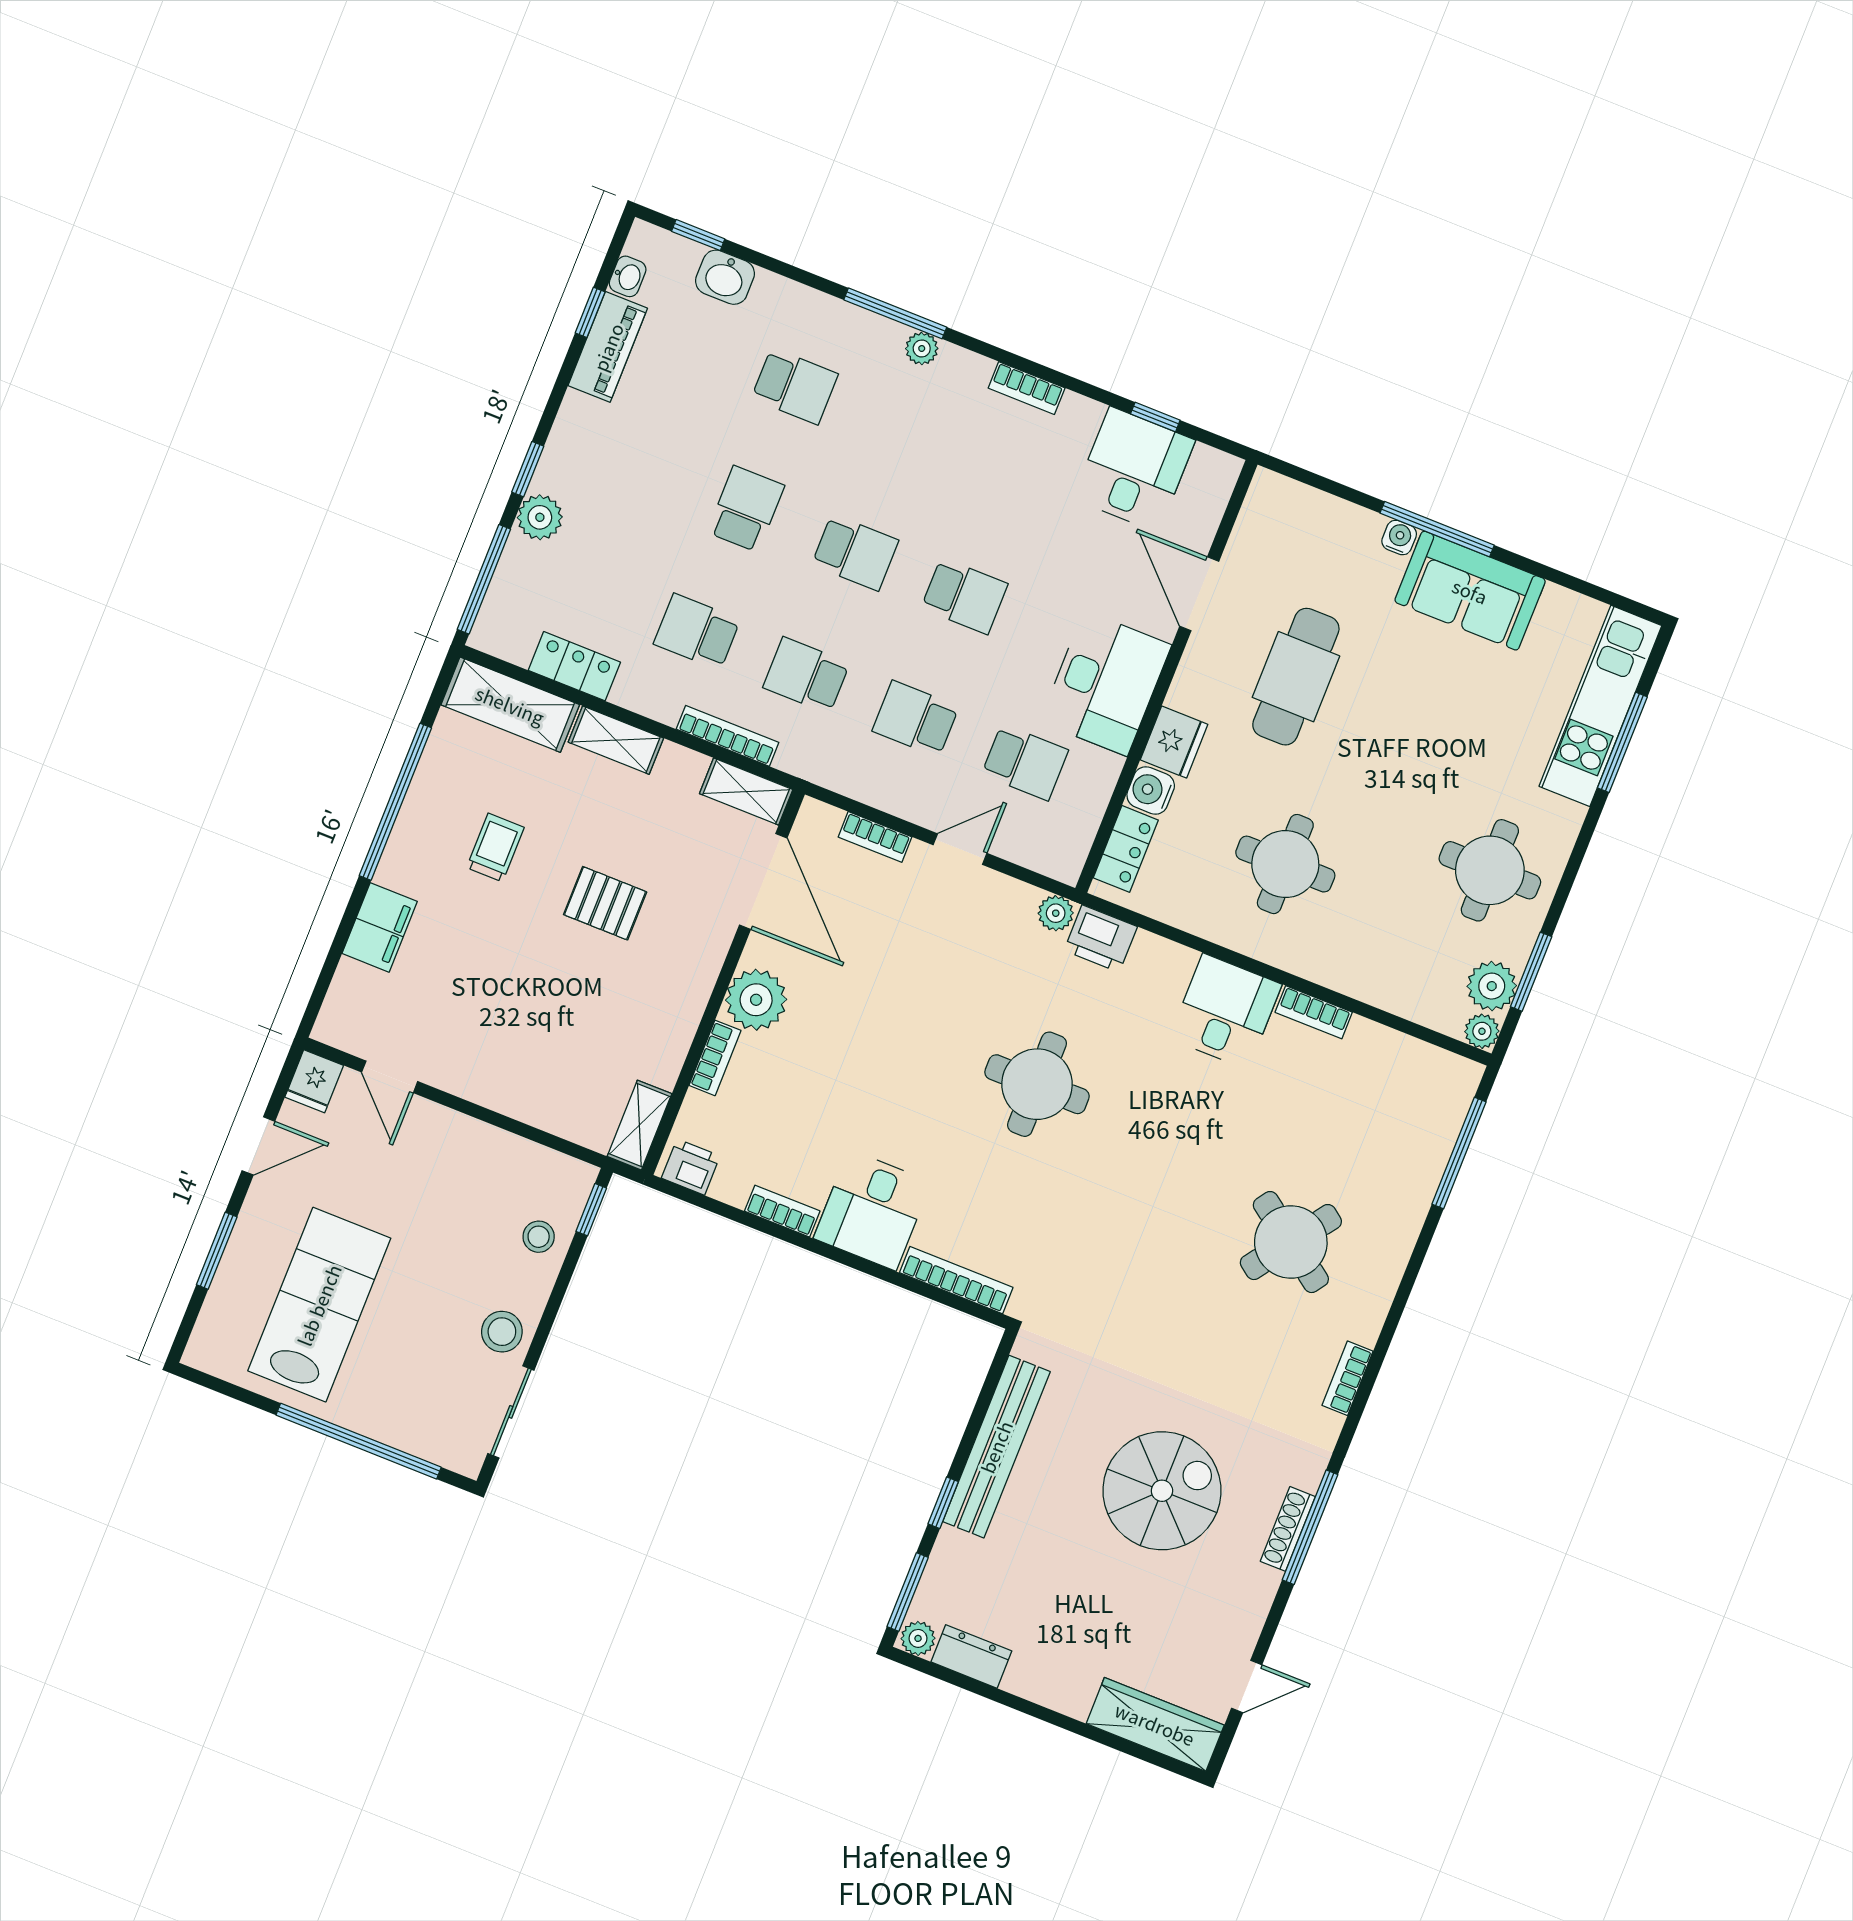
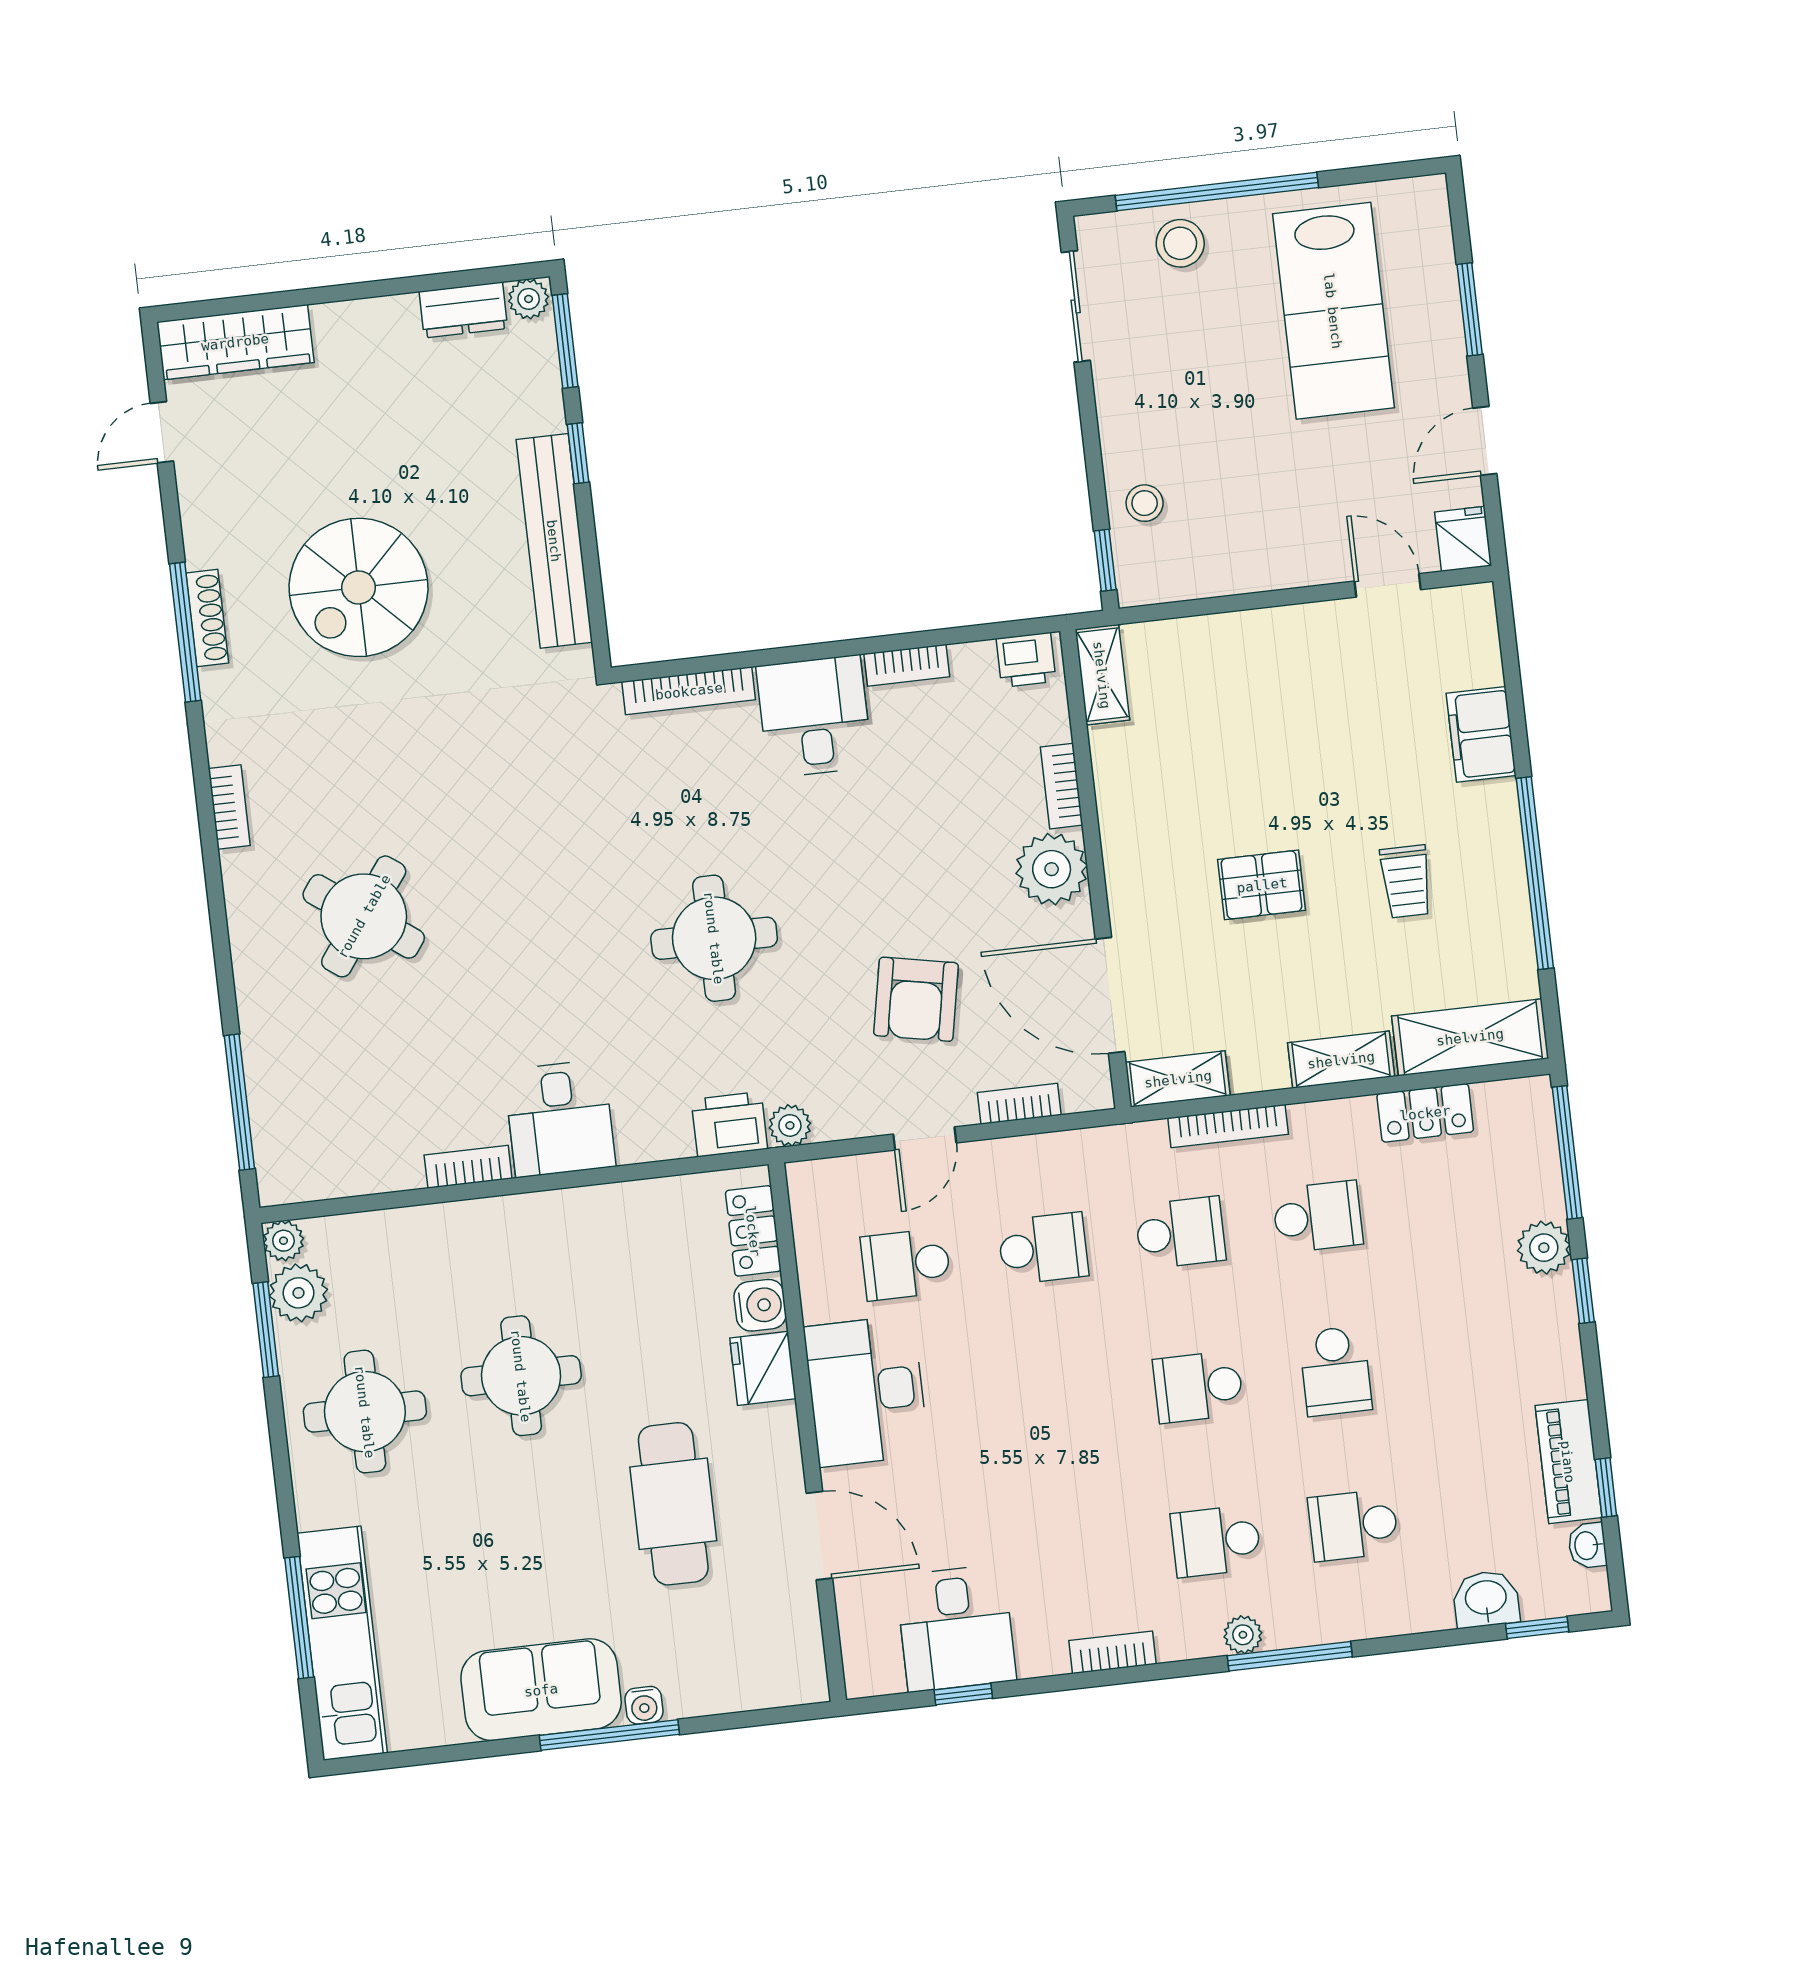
school desk: (964, 596) -> (1216, 1541), moved
round table: (1285, 864) -> (521, 1376), moved
armchair: (910, 957) -> (916, 999), added
stool: (502, 1332) -> (1180, 243), moved

